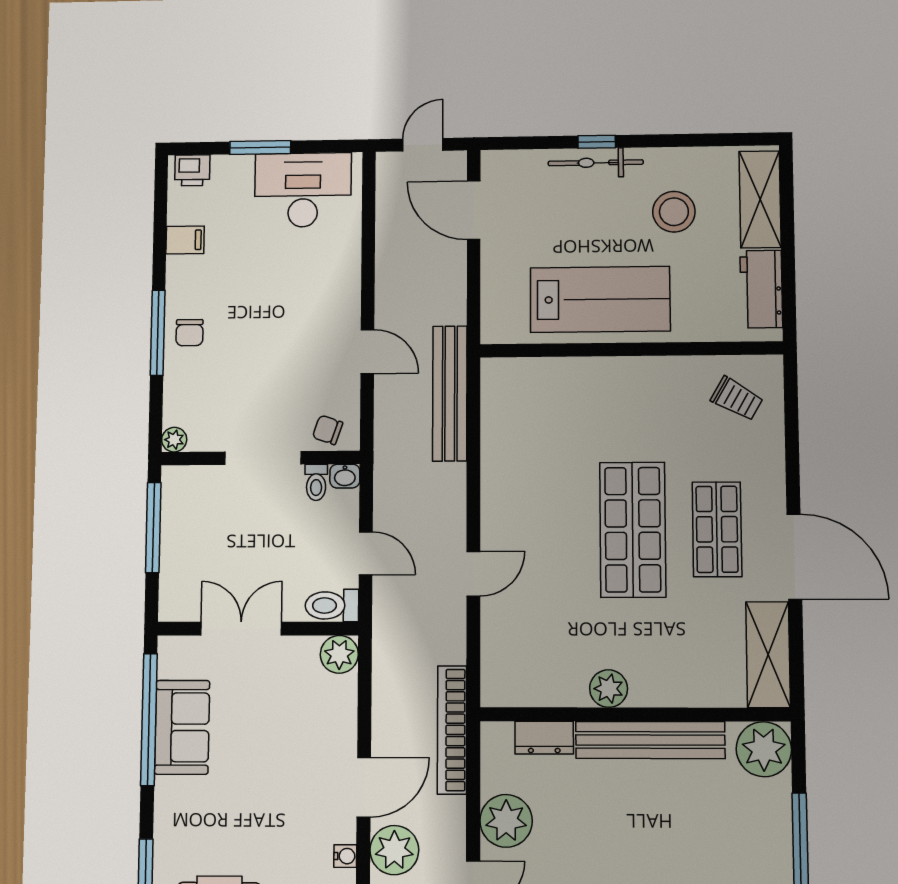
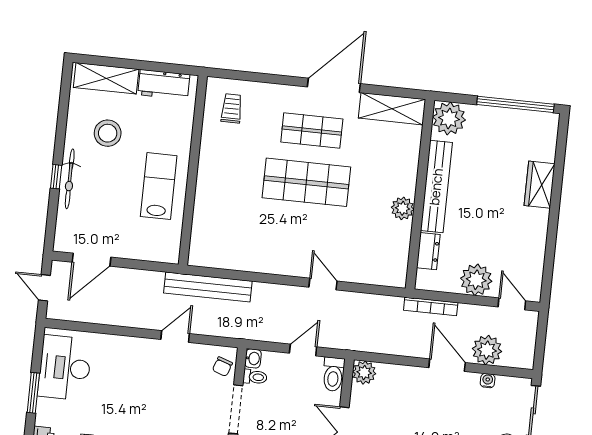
lab bench: (600, 299) -> (159, 186), width x0.73, depth x0.72
trolley: (737, 399) -> (232, 108), turned -30
bookcase: (452, 730) -> (431, 306), width x0.68, depth x0.76

